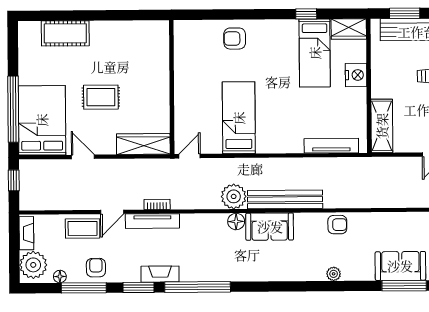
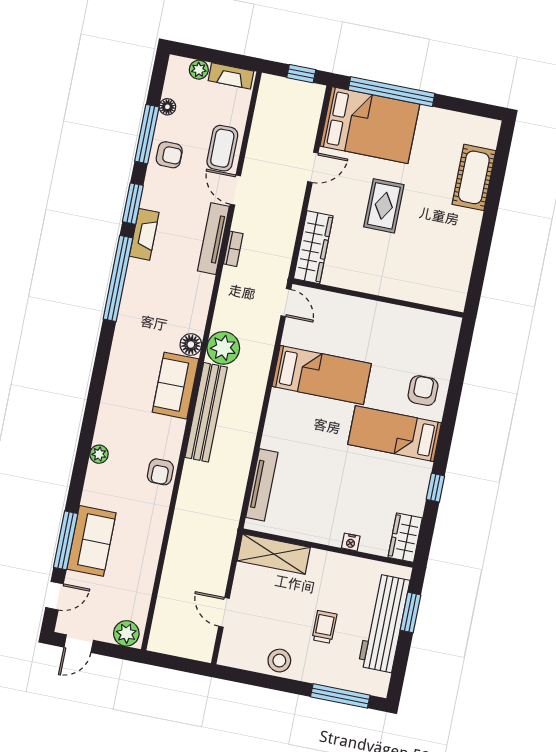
bed: (315, 53) -> (395, 434), moved
nightstand: (356, 75) -> (351, 542), width x0.53, depth x0.56
plant: (33, 265) -> (199, 70), width x0.53, depth x0.53

